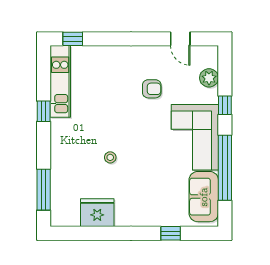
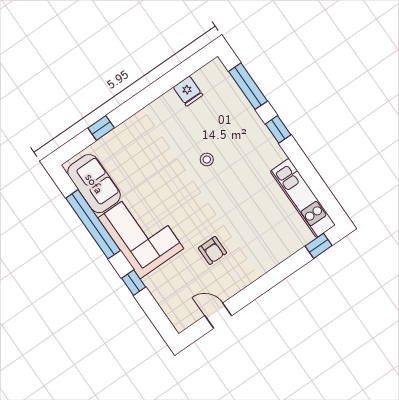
plant: (209, 78) -> (166, 298), removed
armchair: (152, 89) -> (212, 250), turned -90
window: (44, 111) -> (278, 129), moved
fridge: (97, 213) -> (188, 91), width x0.53, depth x0.75

